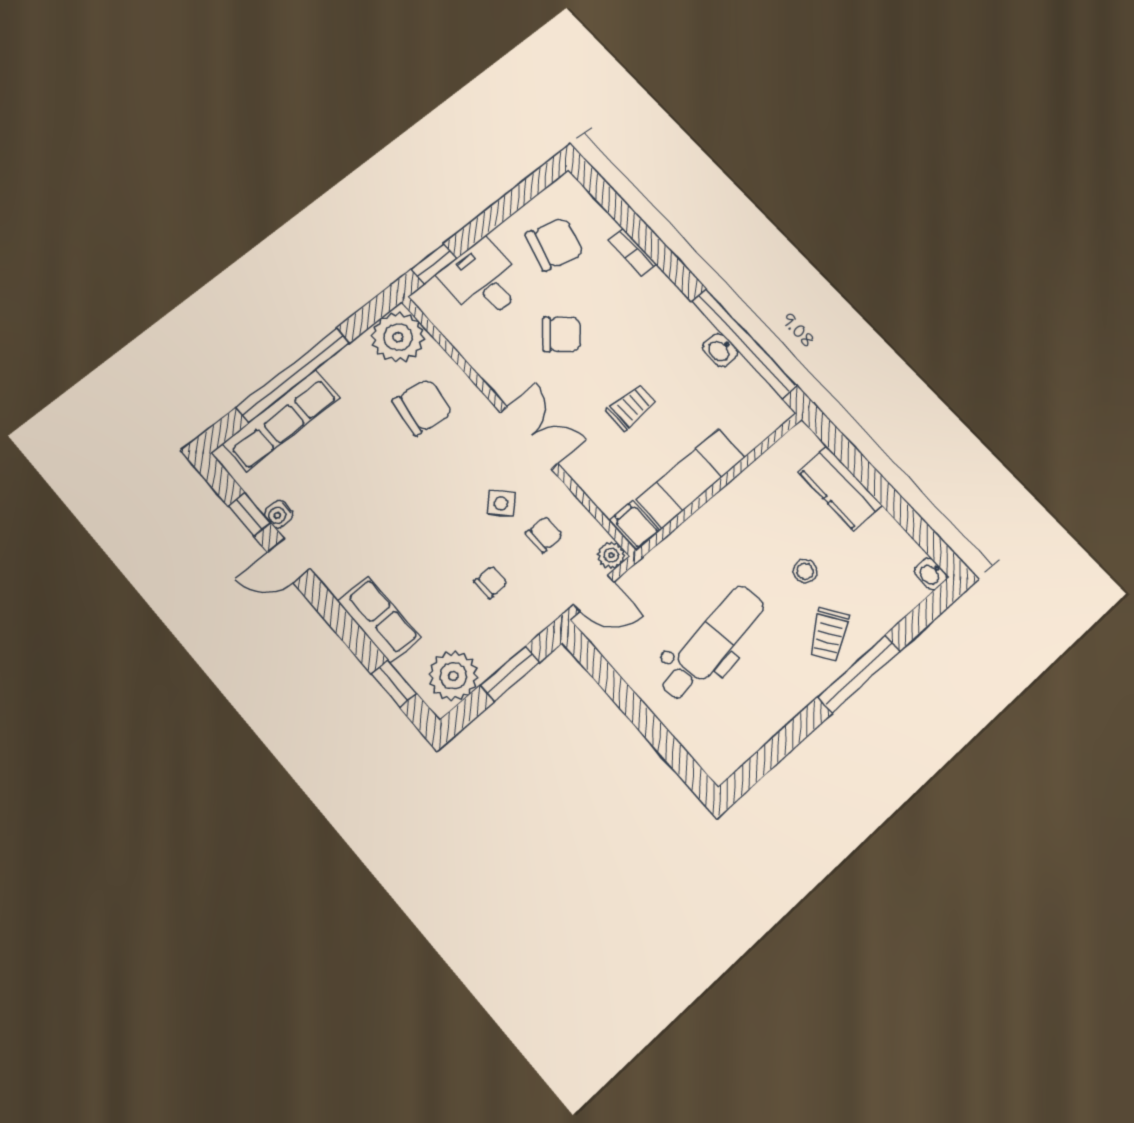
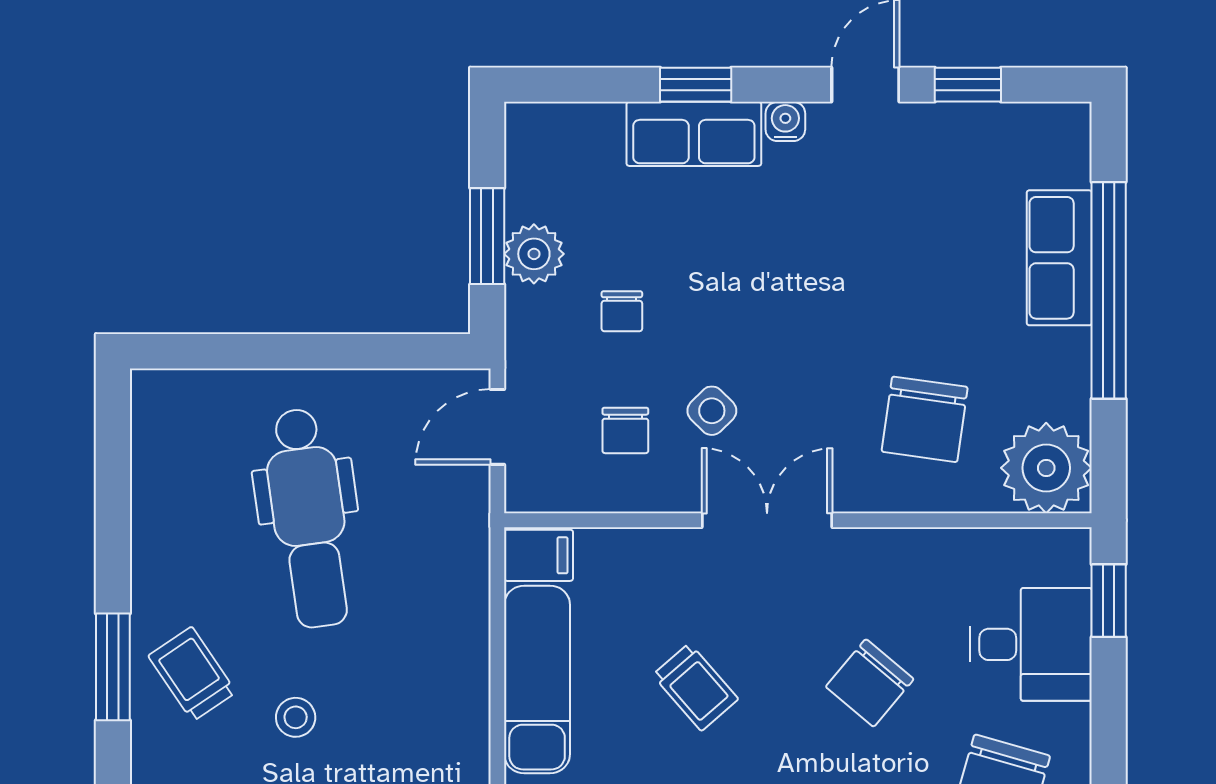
trolley: (631, 407) -> (695, 687), turned -41
row of seats: (281, 421) -> (1059, 258), width x0.68
double door: (529, 438) -> (767, 520), swing flipped
water cooler: (279, 514) -> (785, 121), moved
plant: (611, 555) -> (526, 491), removed
window: (859, 674) -> (113, 667), width x0.69
plant: (453, 676) -> (534, 254), moved, width x0.73, depth x0.73
window: (394, 684) -> (696, 85), moved

